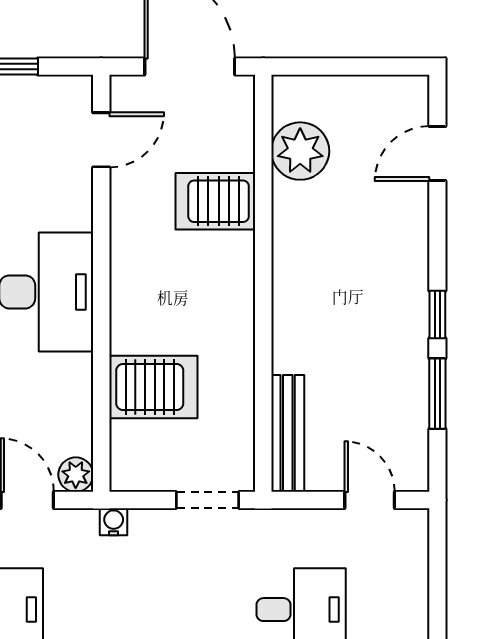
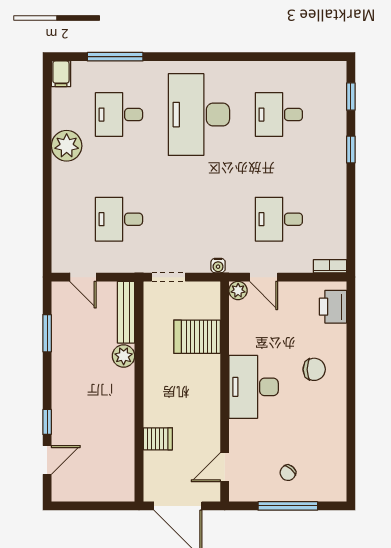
plant: (300, 151) -> (124, 356), moved, width x0.73, depth x0.73
server rack: (215, 201) -> (158, 439), width x0.73, depth x0.70
window: (437, 315) -> (47, 422), moved

